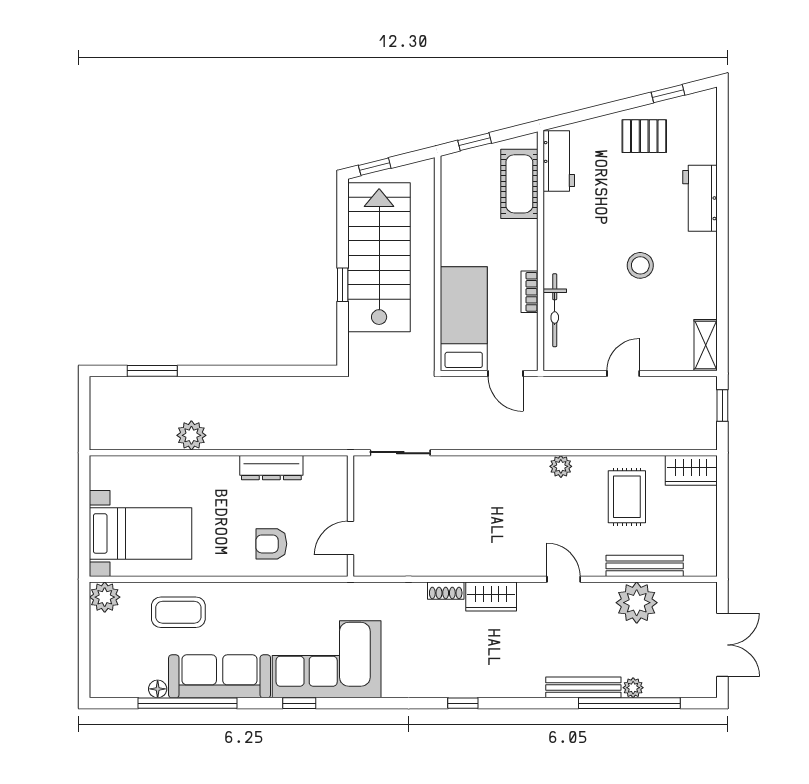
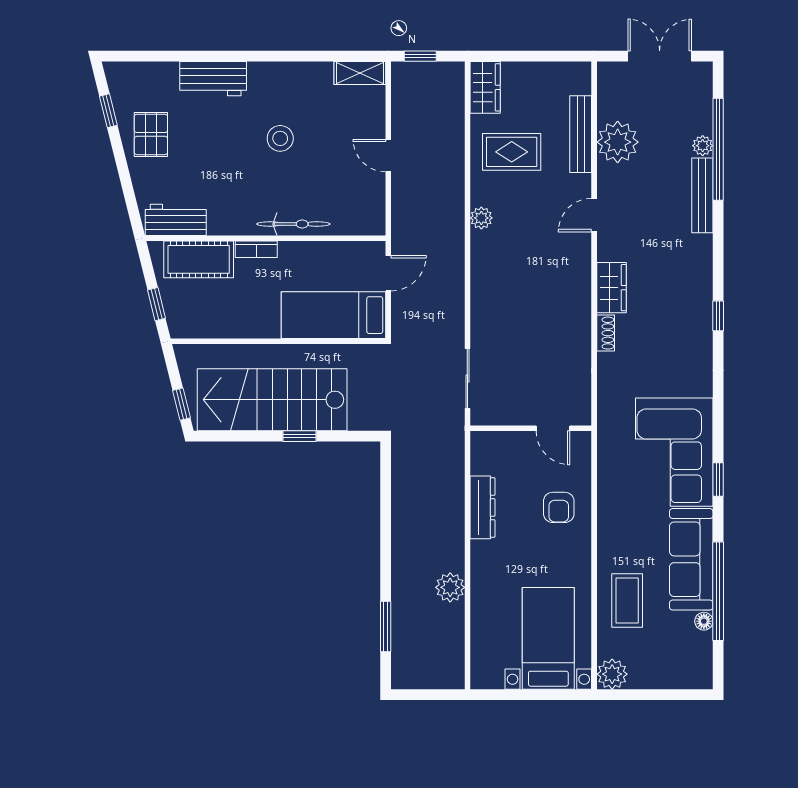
bookcase: (529, 292) -> (256, 249), moved
bicycle: (555, 310) -> (293, 224), moved

